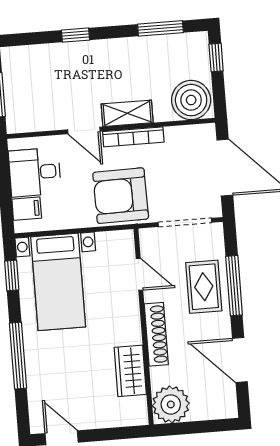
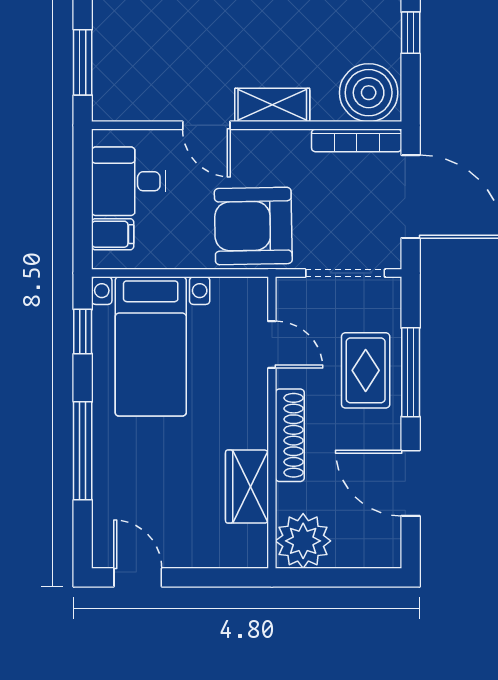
bookcase: (133, 137) -> (357, 140), moved

